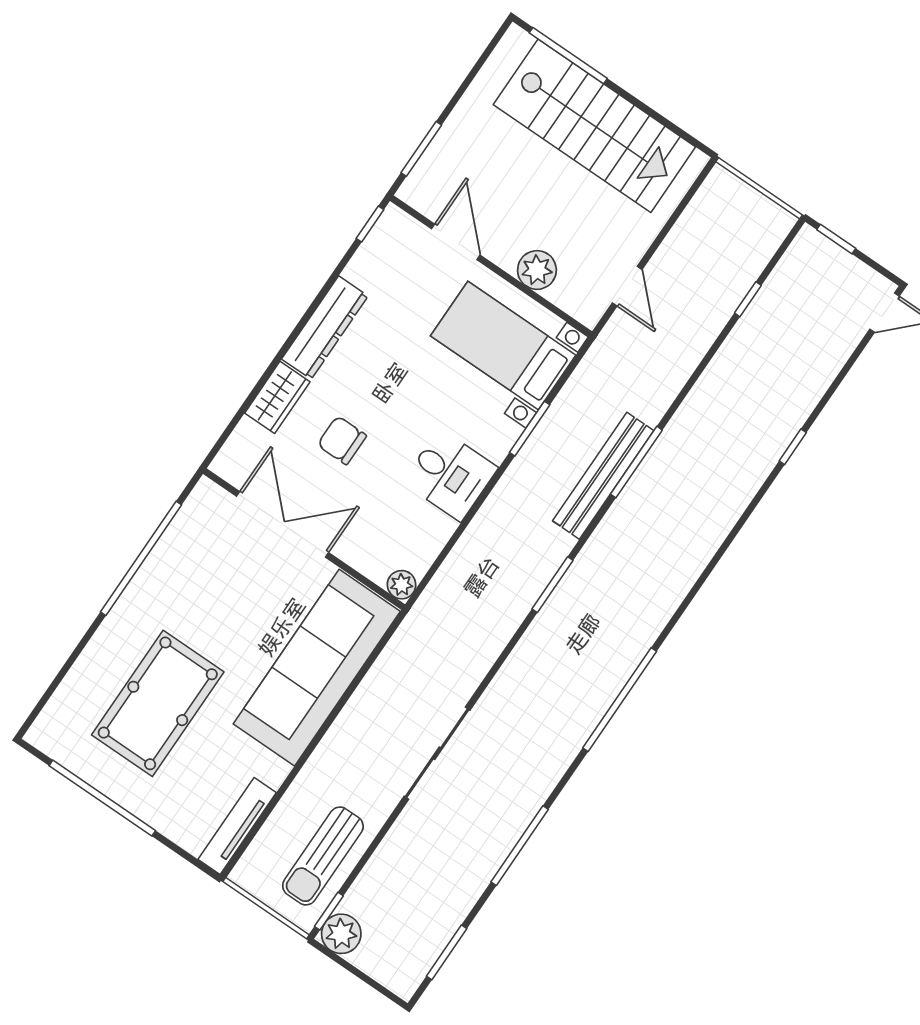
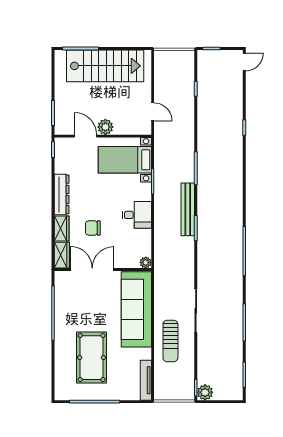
plant: (537, 270) -> (105, 127), moved
wardrobe: (240, 452) -> (62, 255), added
bench: (603, 476) -> (188, 209), moved
sun lounger: (323, 856) -> (170, 341), moved

